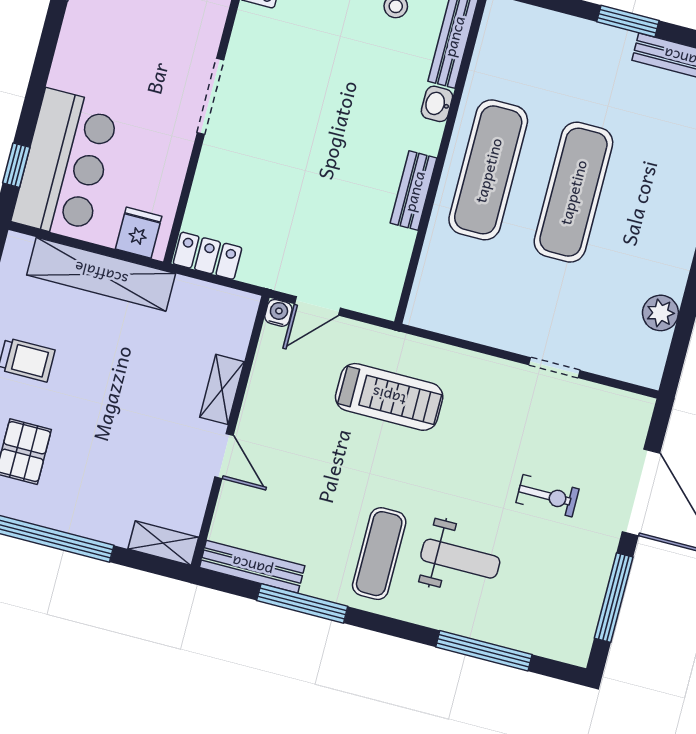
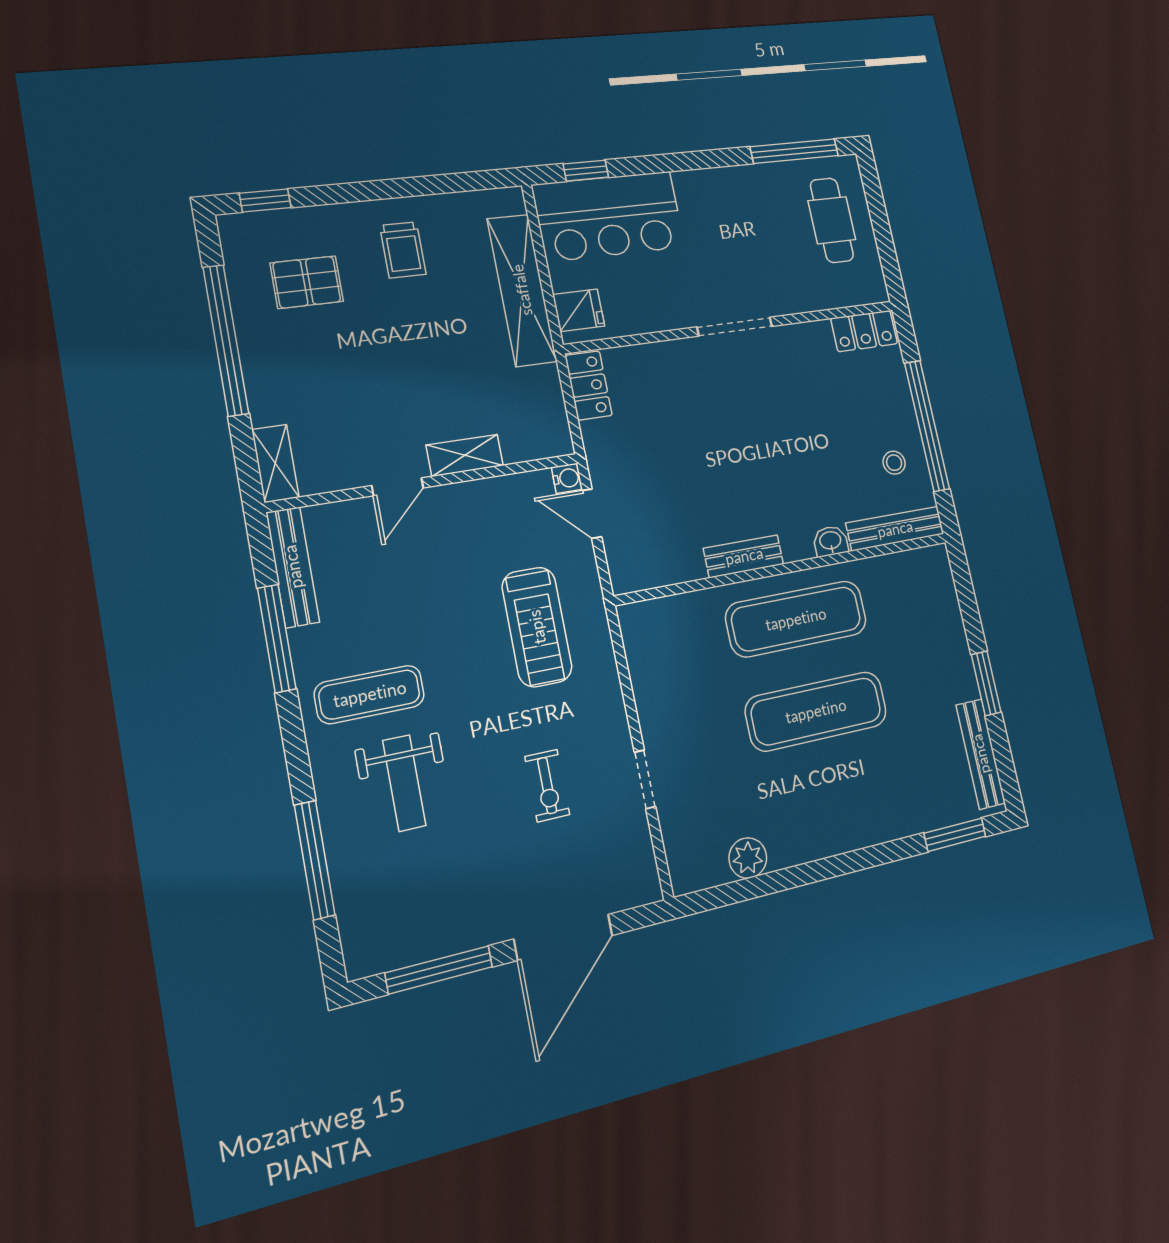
exercise bike: (547, 496) -> (547, 786), moved

